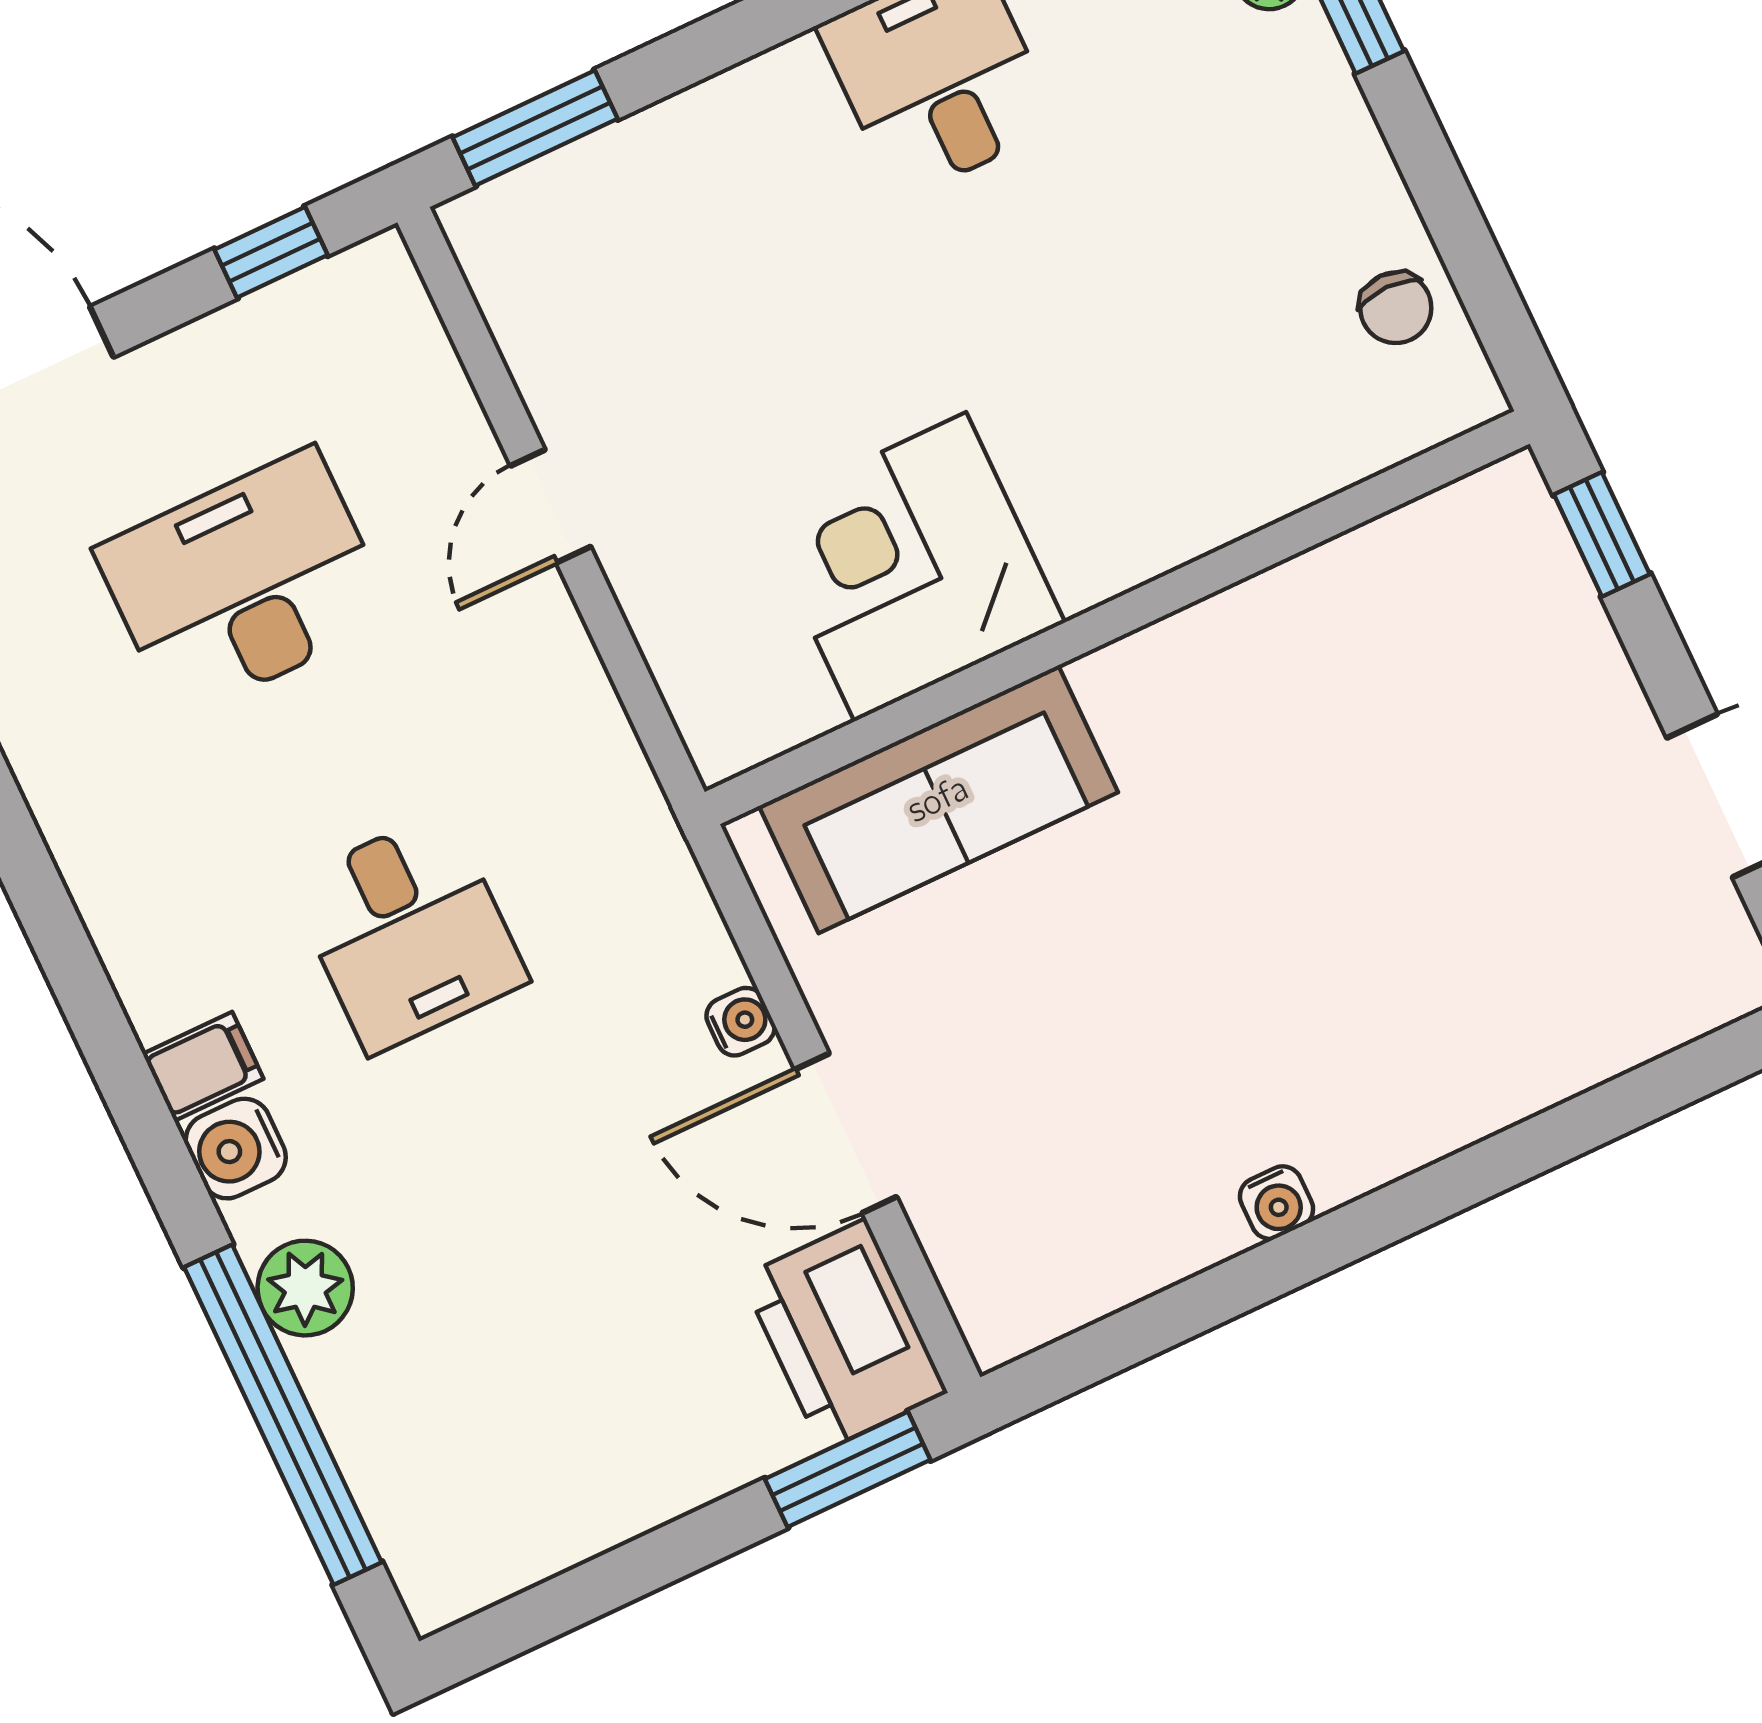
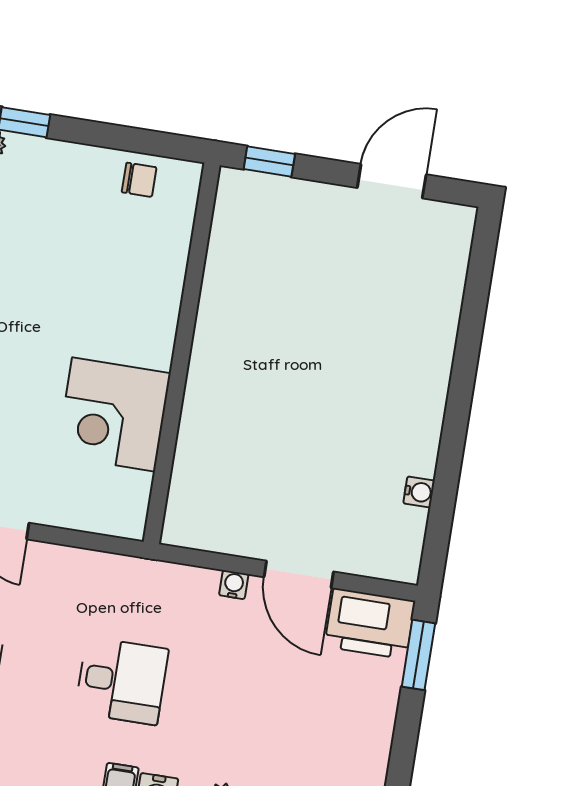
sofa: (938, 799) -> (203, 461), removed
door: (846, 1133) -> (299, 574), hinge flipped
water cooler: (1276, 1203) -> (419, 492), moved

